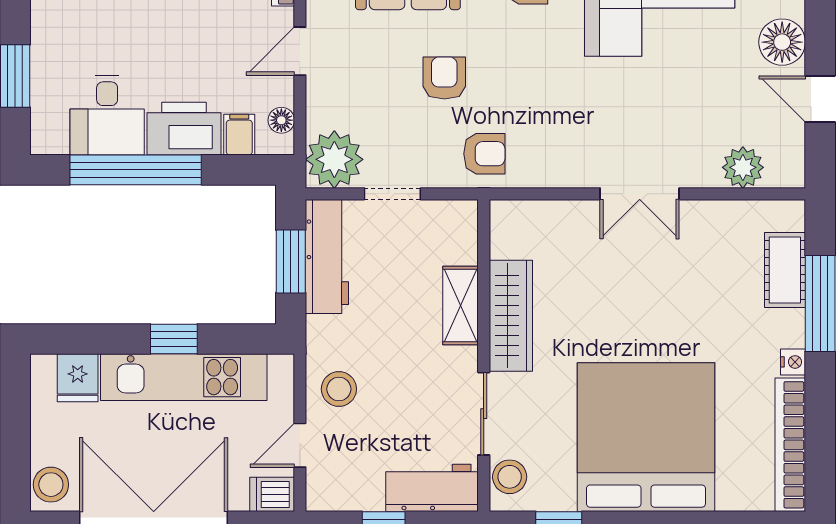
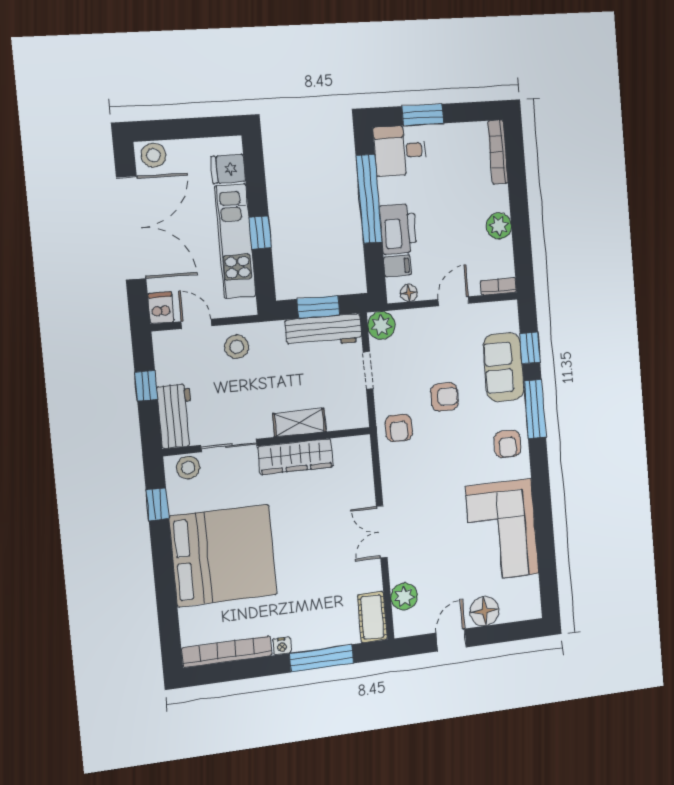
door: (300, 51) -> (454, 301), hinge flipped
desk: (107, 115) -> (400, 151), moved
plant: (334, 159) -> (381, 325), width x0.73, depth x0.73
cot: (785, 270) -> (372, 617), moved, turned 90

